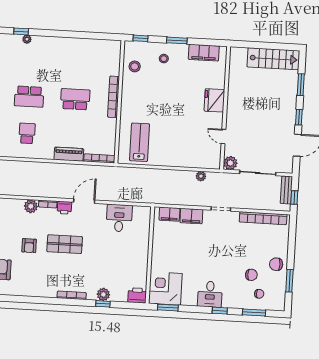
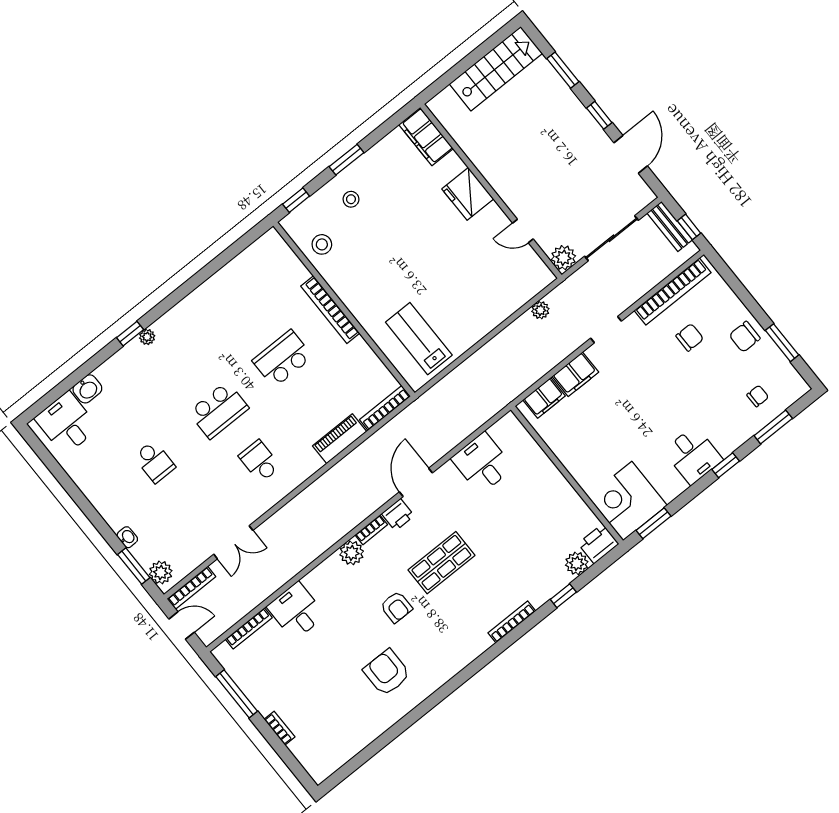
filing cabinet: (204, 53) -> (426, 137), moved, turned 90
chair: (251, 275) -> (690, 337), moved
plant: (103, 294) -> (577, 563), moved

